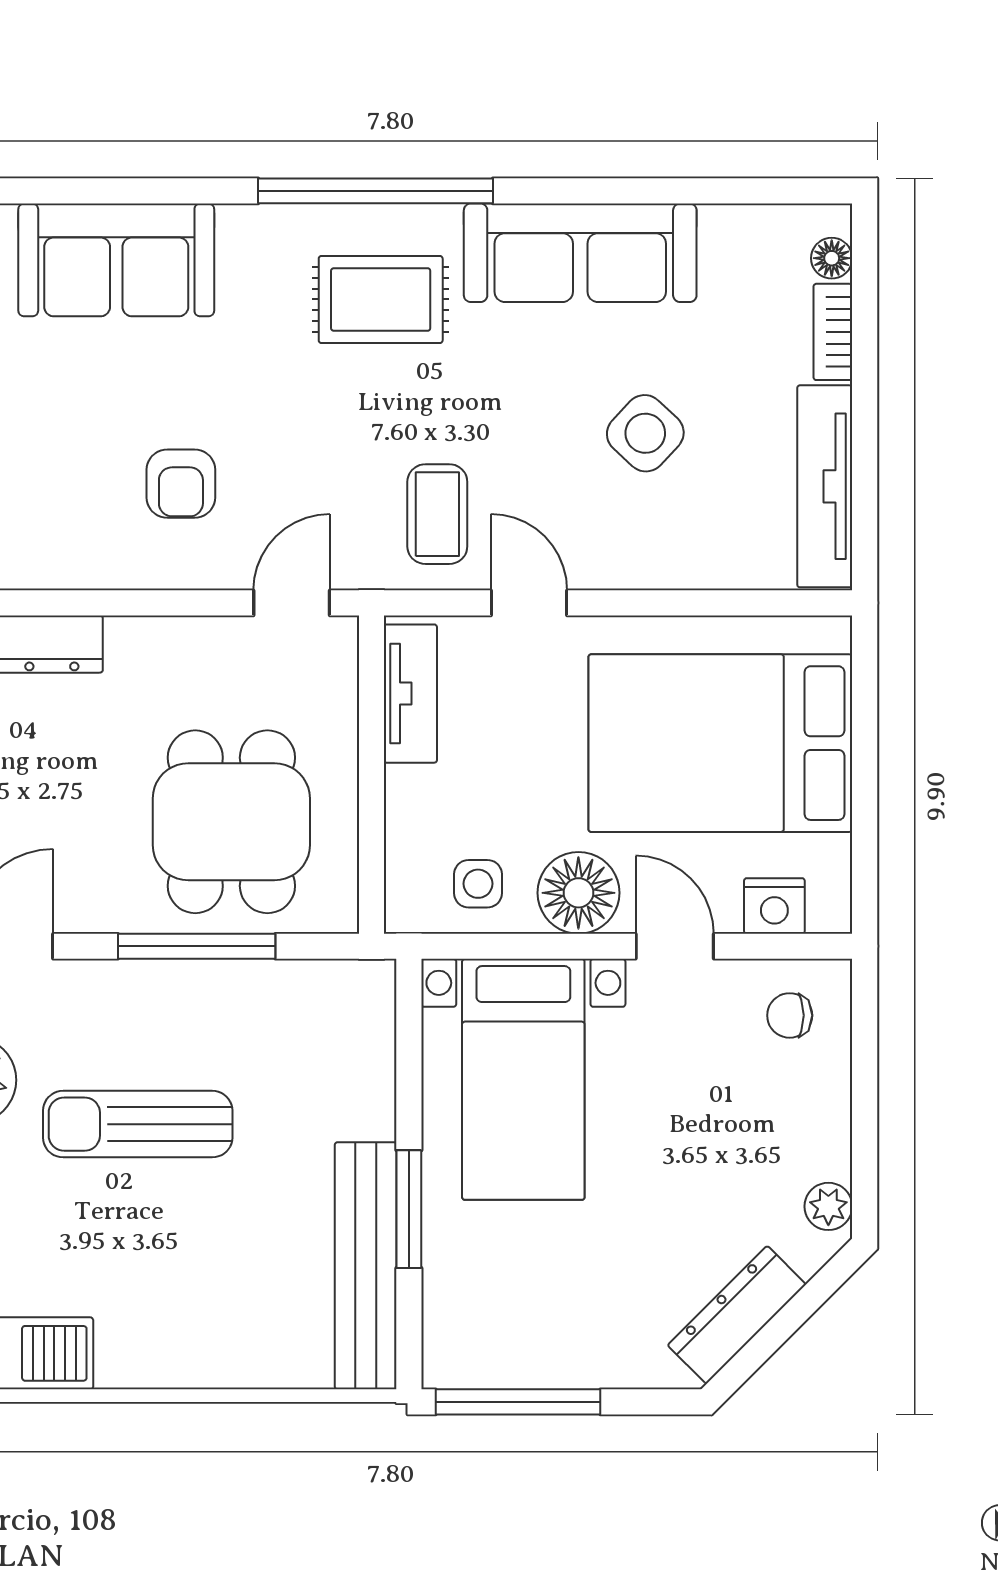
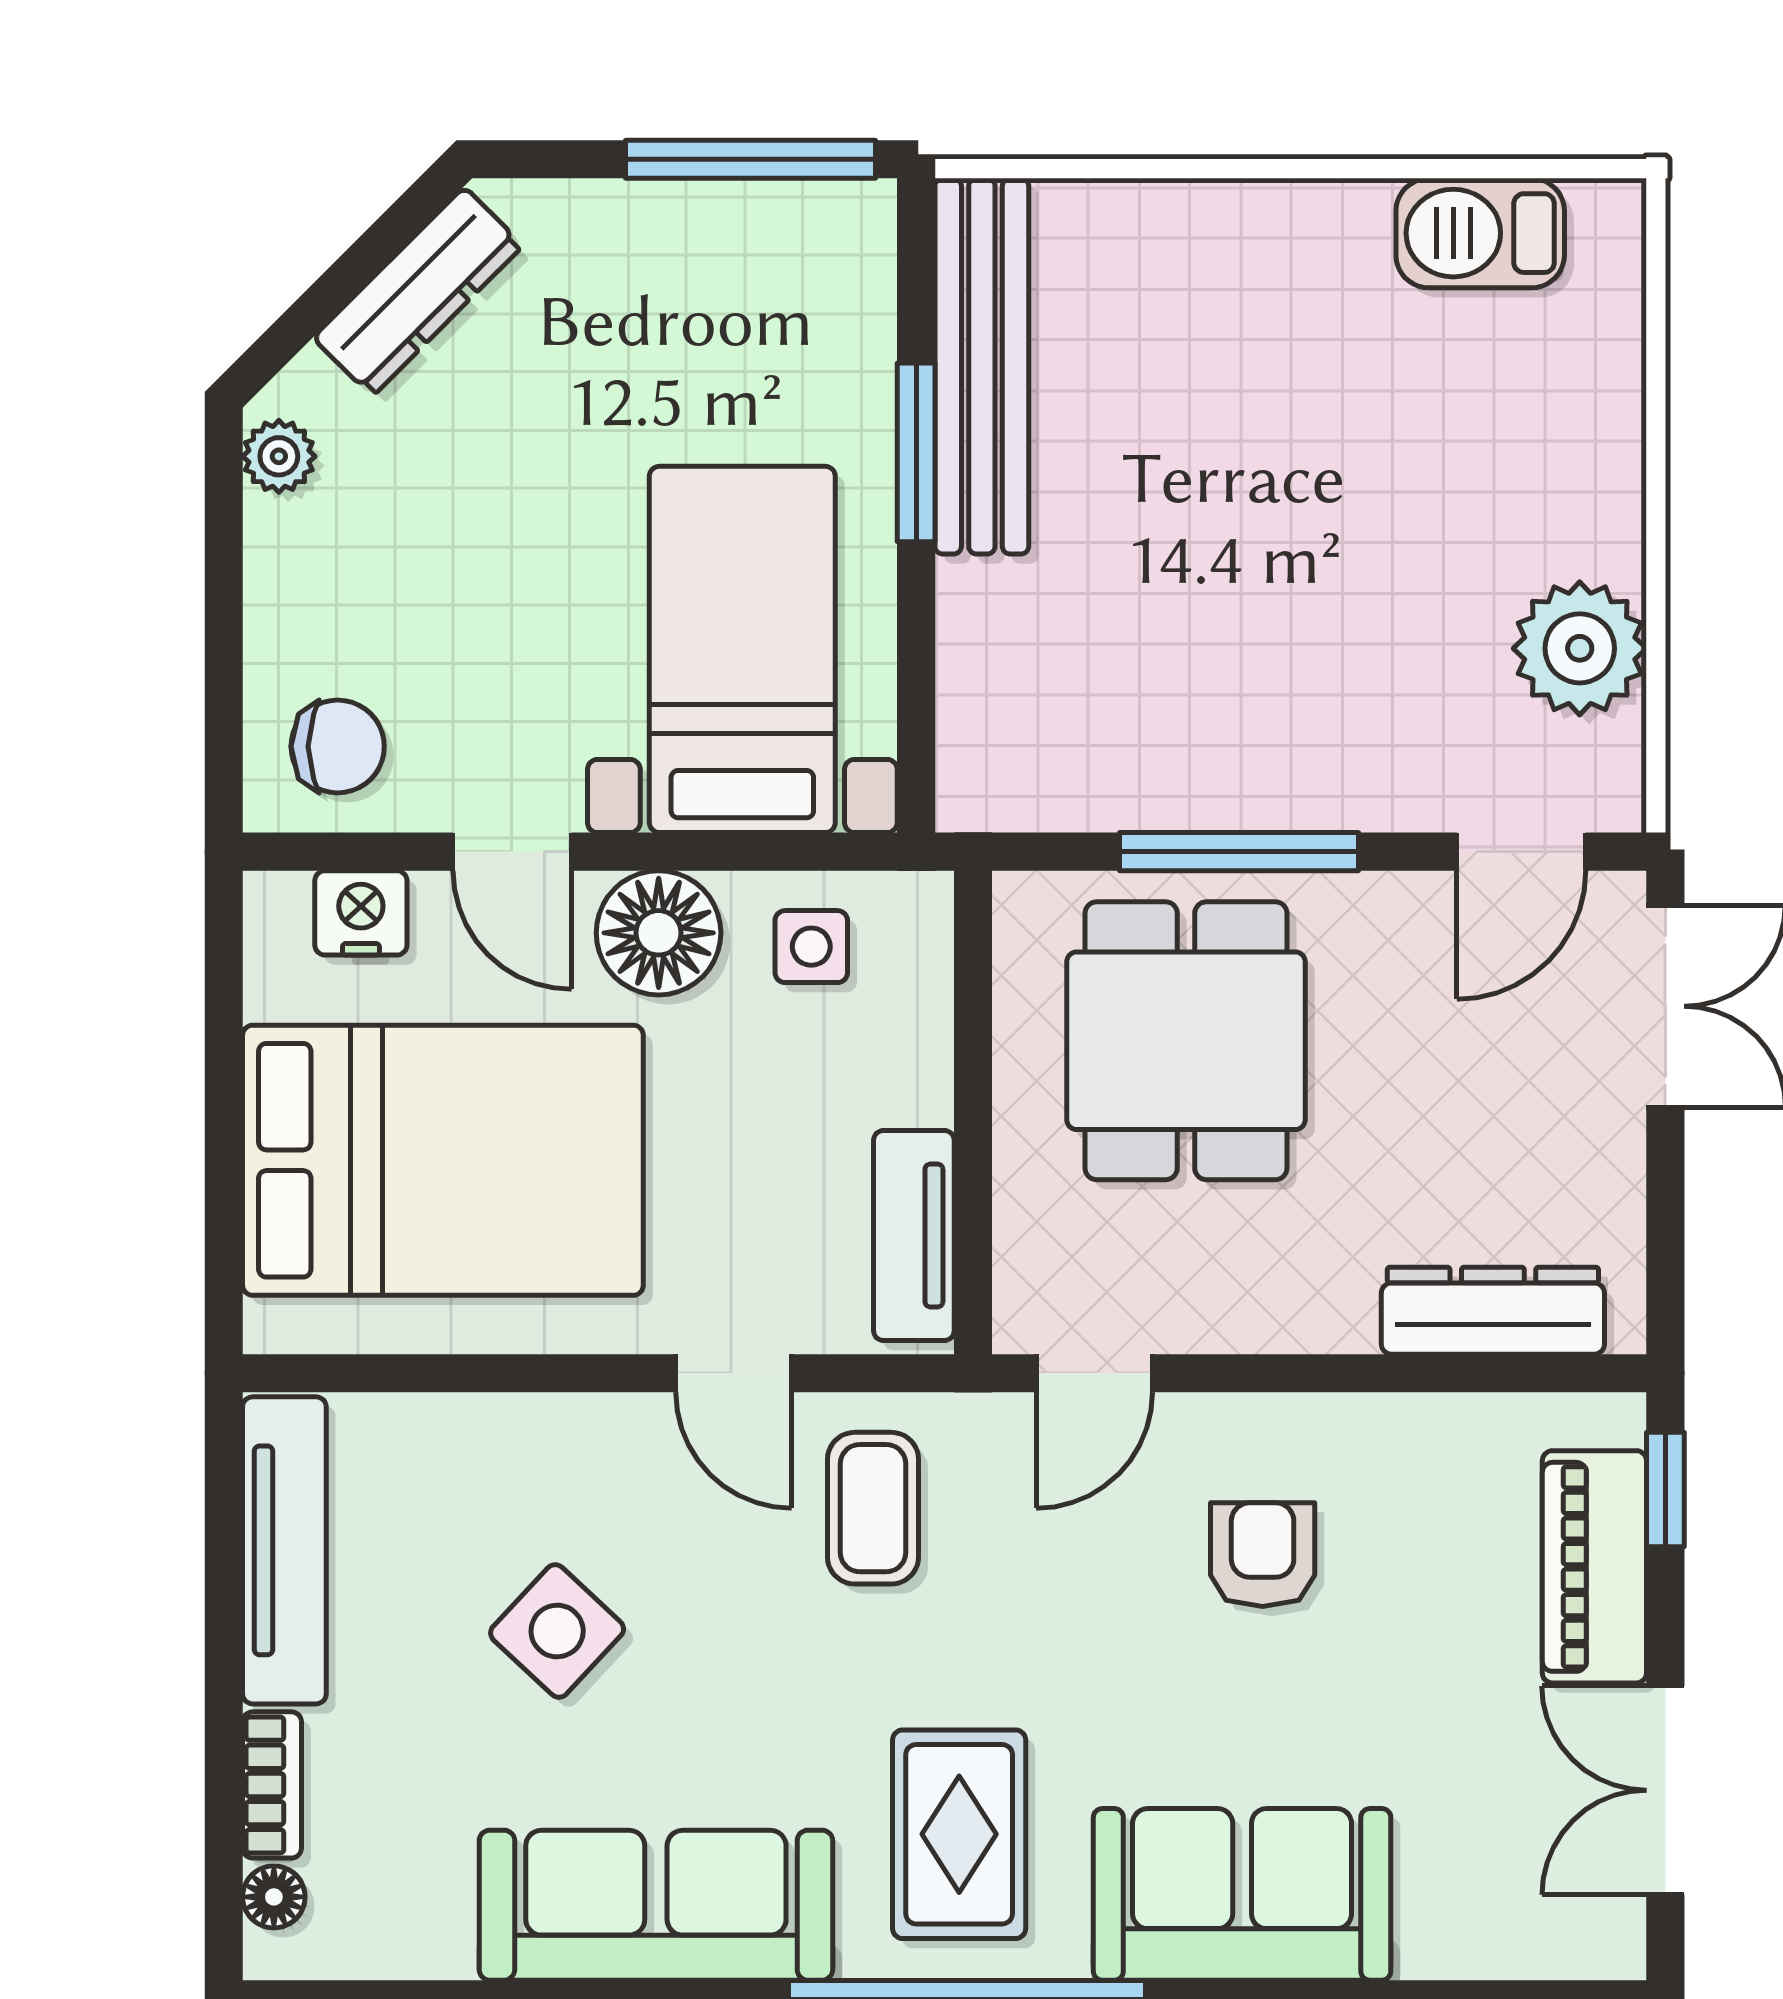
sofa: (116, 260) -> (1242, 1894), moved
rug: (381, 299) -> (959, 1834), turned 90
chair: (790, 1015) -> (338, 746), width x1.37, depth x1.37
sun lounger: (138, 1124) -> (1328, 581), removed

